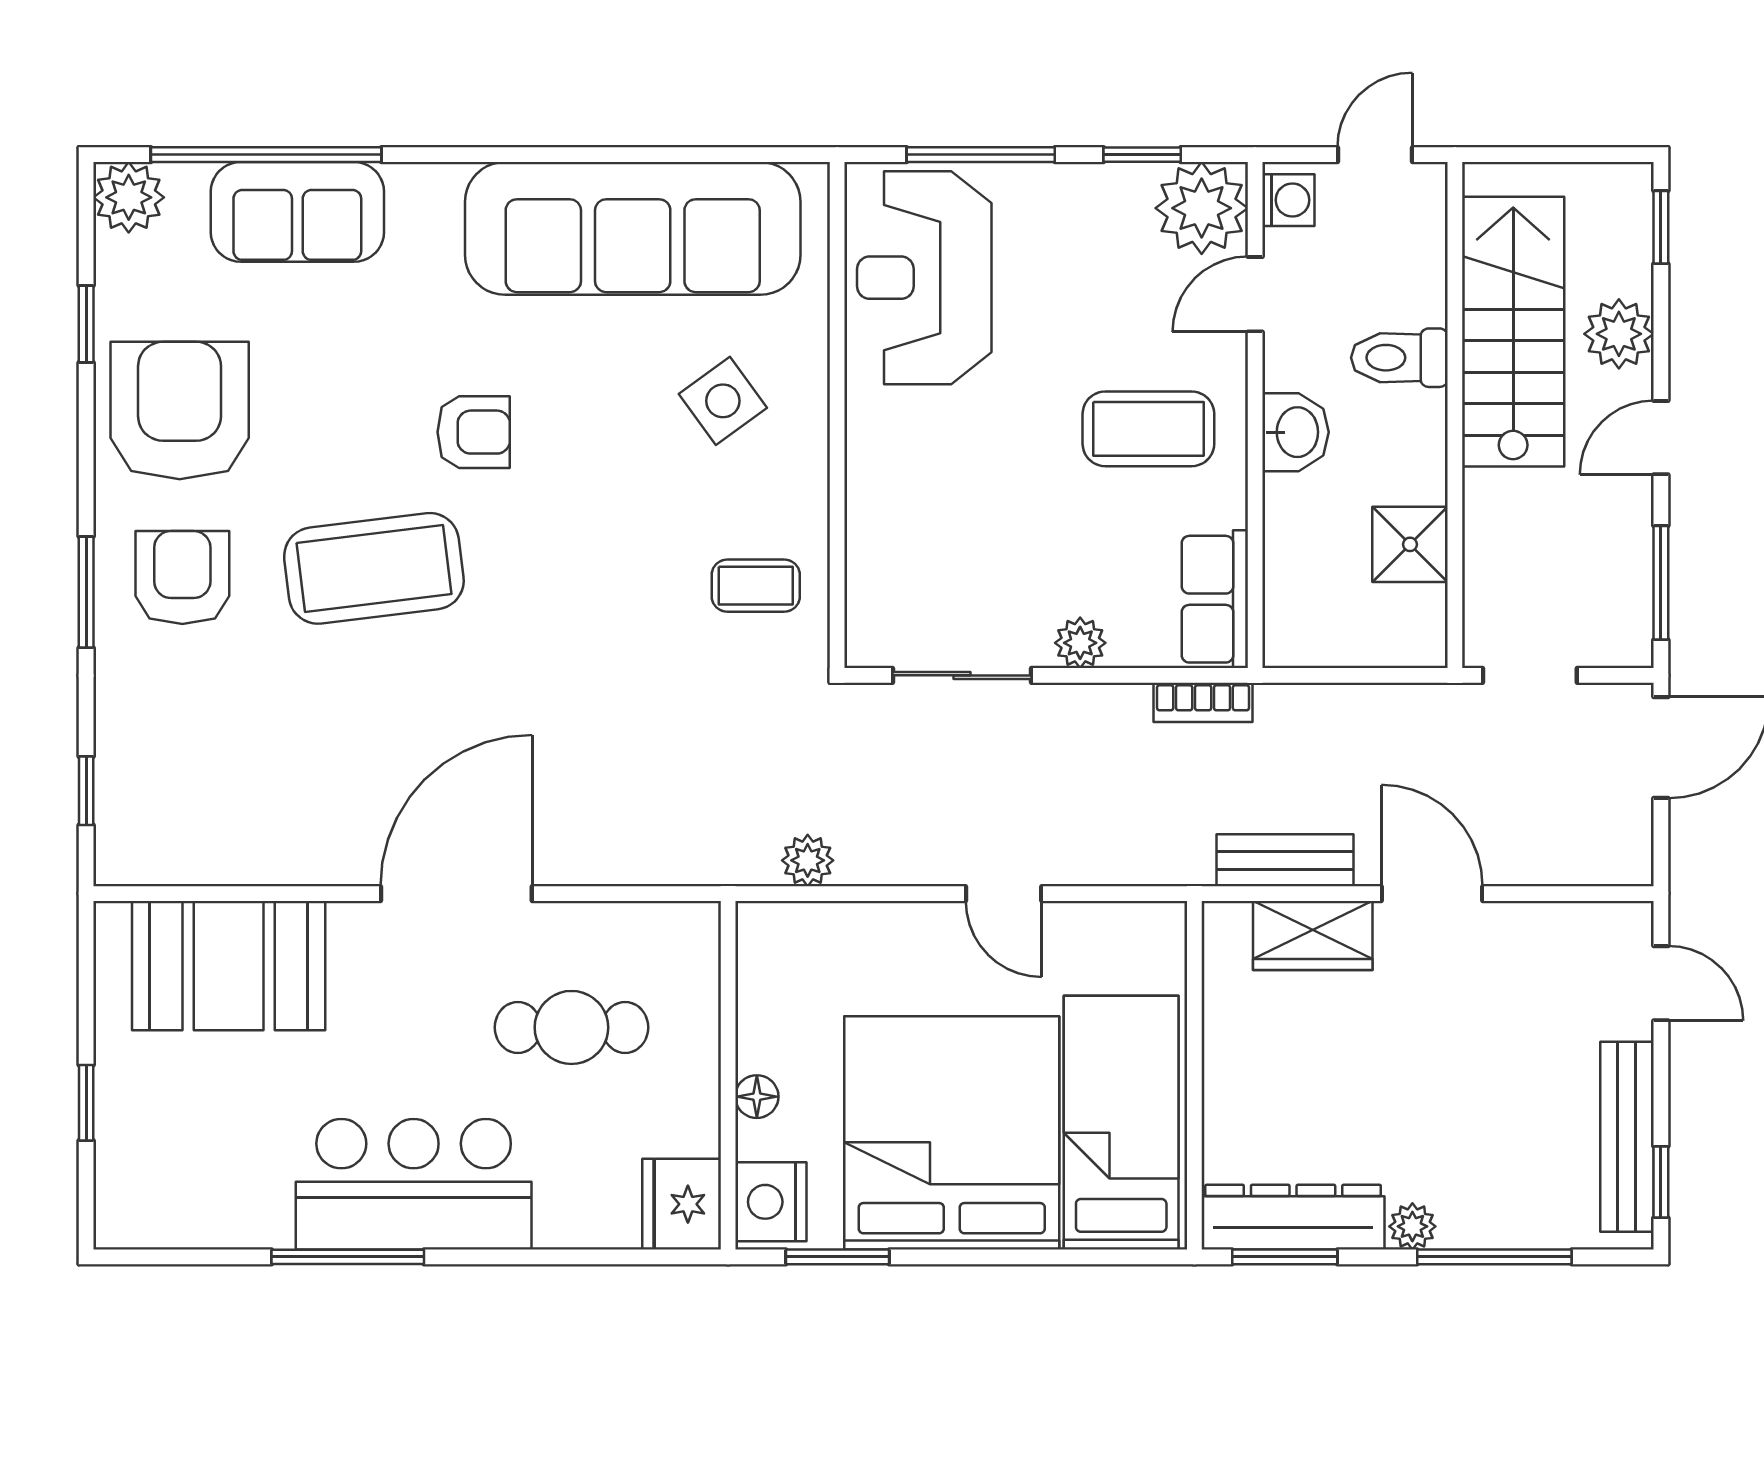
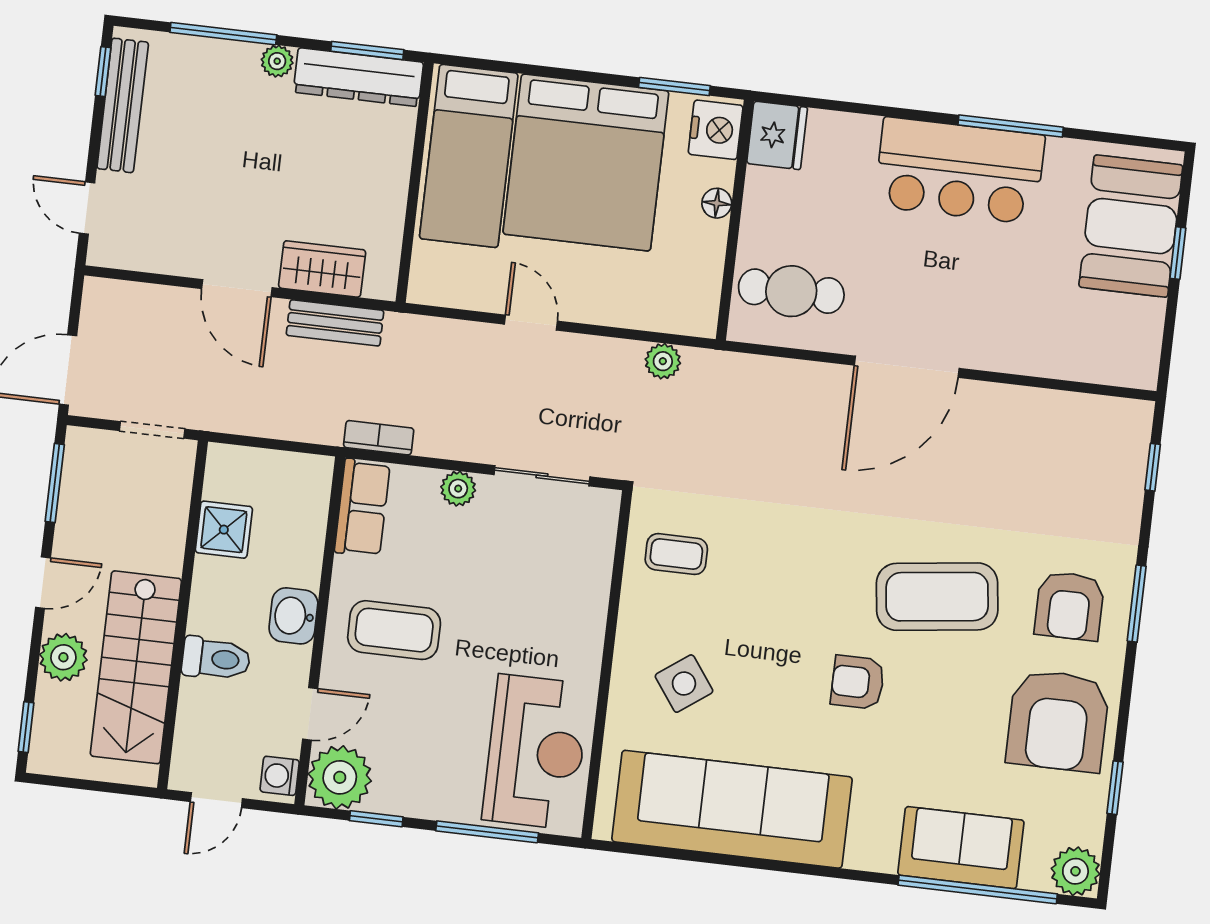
booth: (229, 966) -> (1131, 226), moved, turned 90
cafe table: (571, 1027) -> (791, 291), moved

